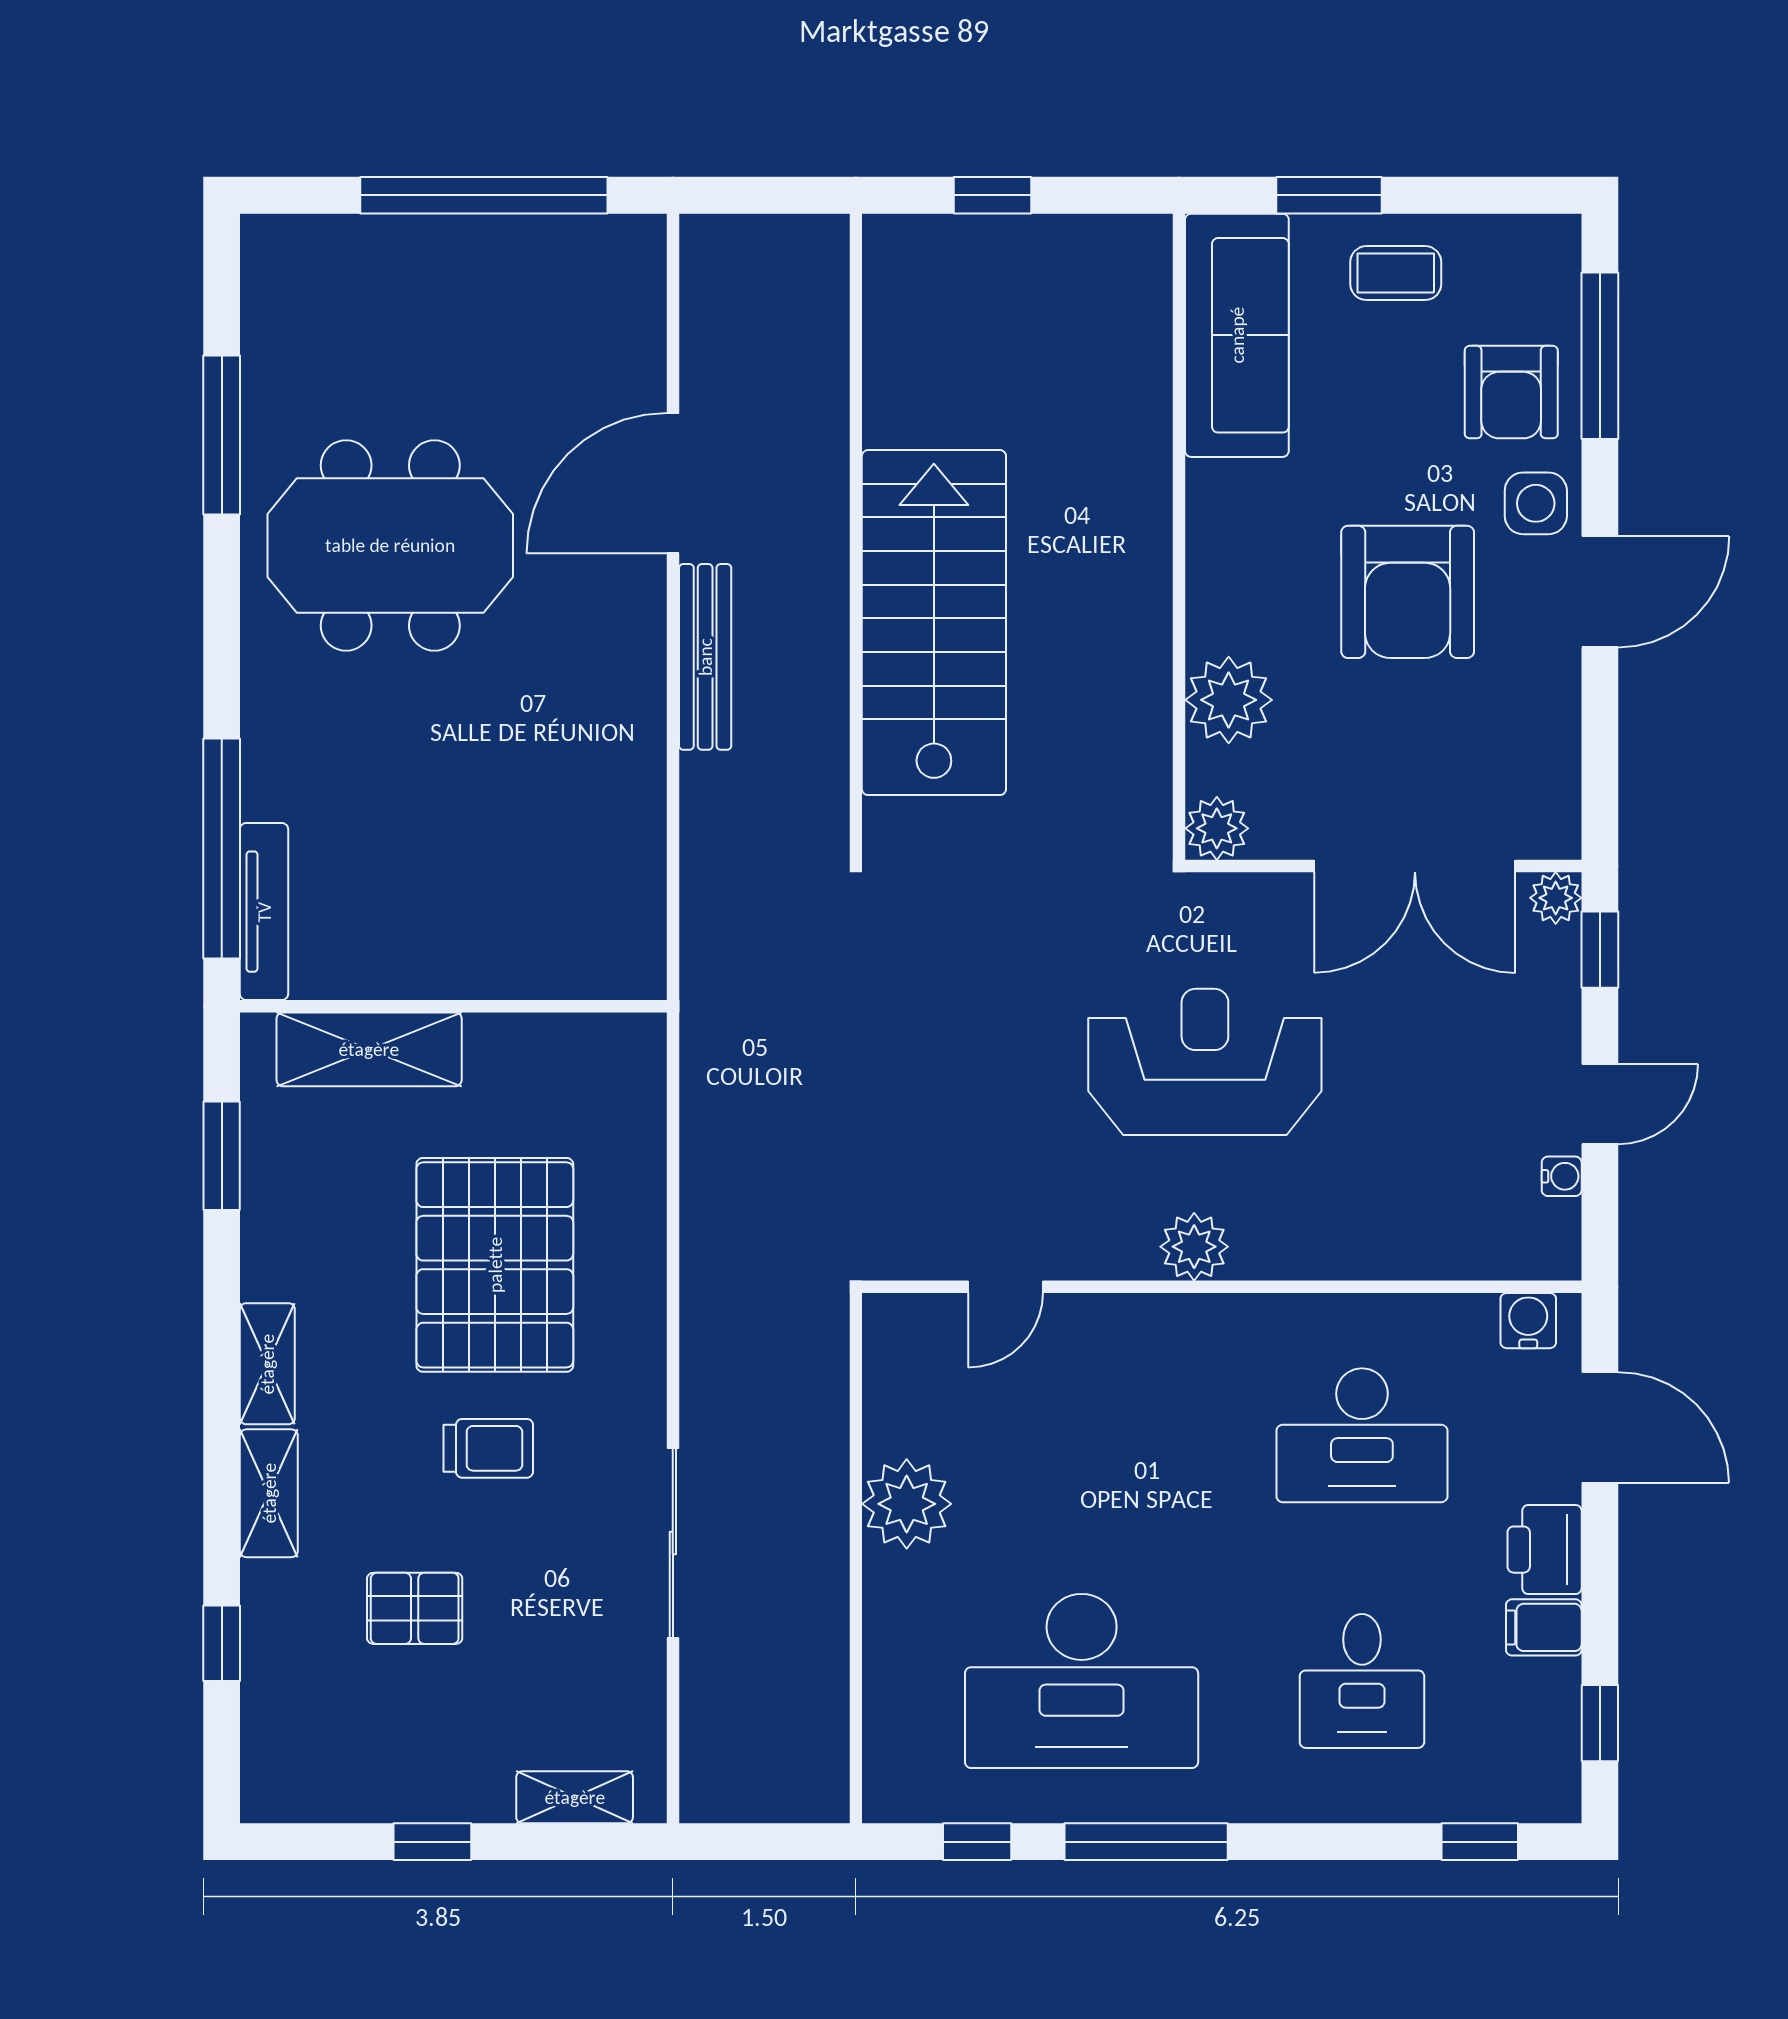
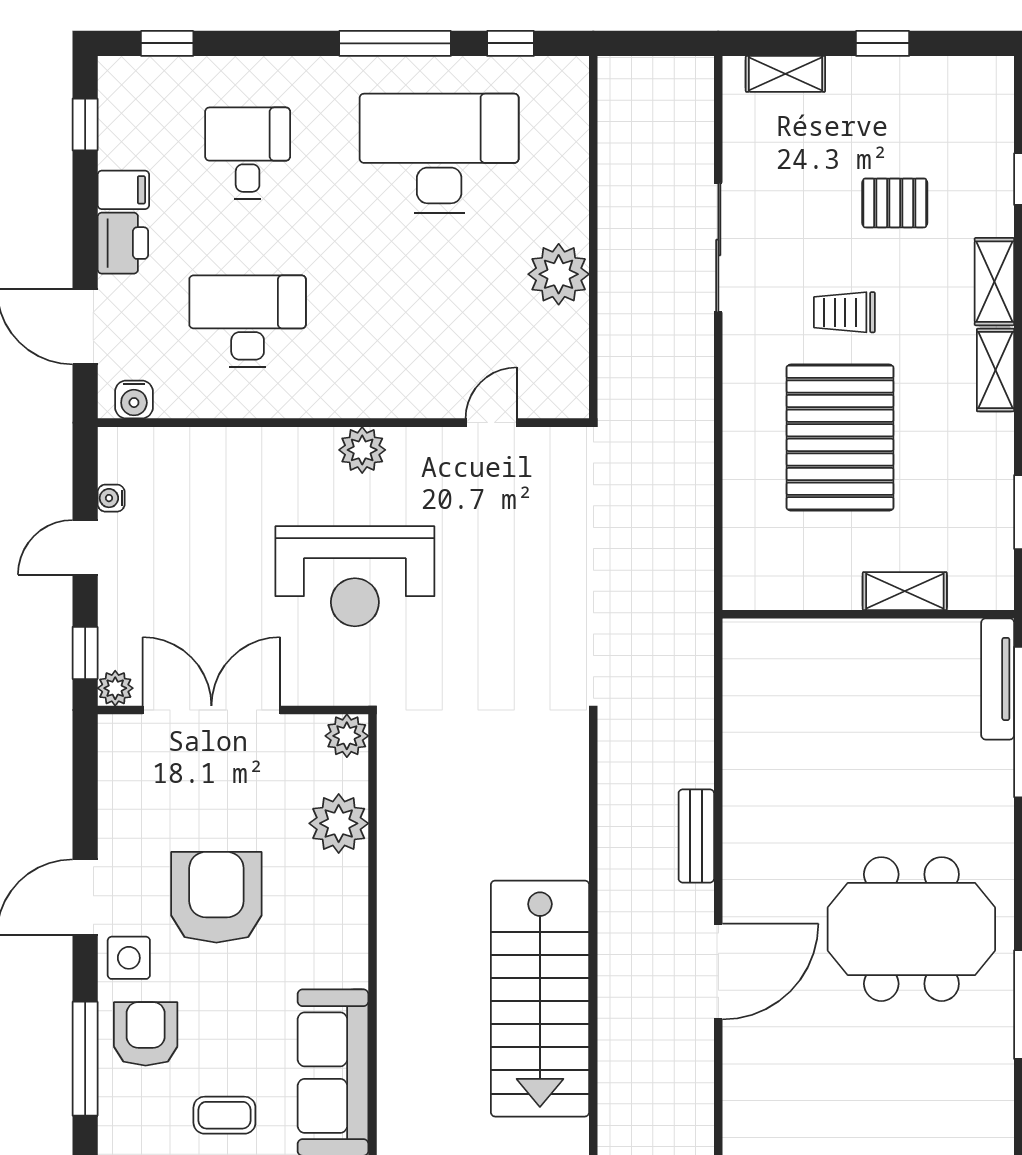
stairs: (934, 623) -> (540, 999), moved
bench: (705, 657) -> (696, 836), width x0.73
shelving: (369, 1049) -> (905, 591), width x0.67, depth x0.75

